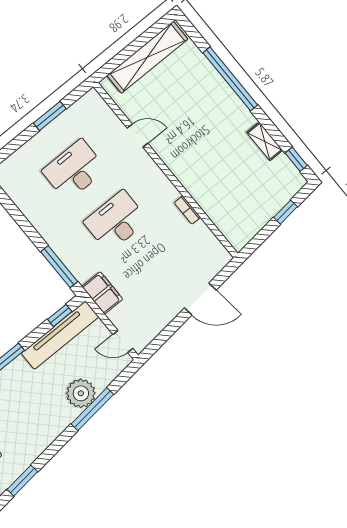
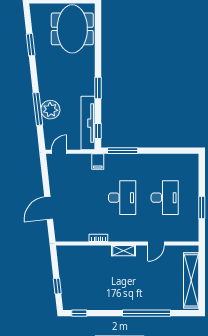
shelving: (265, 141) -> (124, 251), moved
filing cabinet: (102, 293) -> (98, 161), width x0.50

